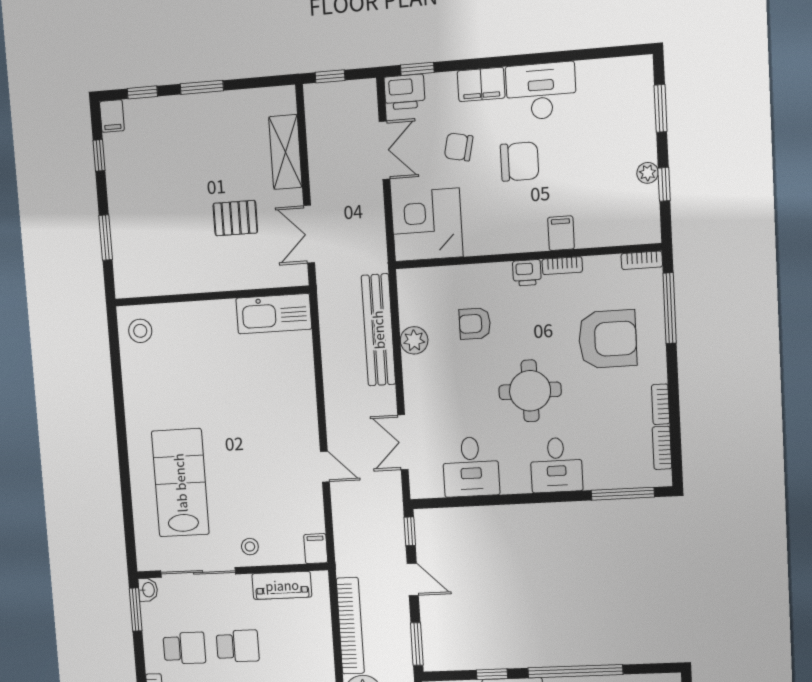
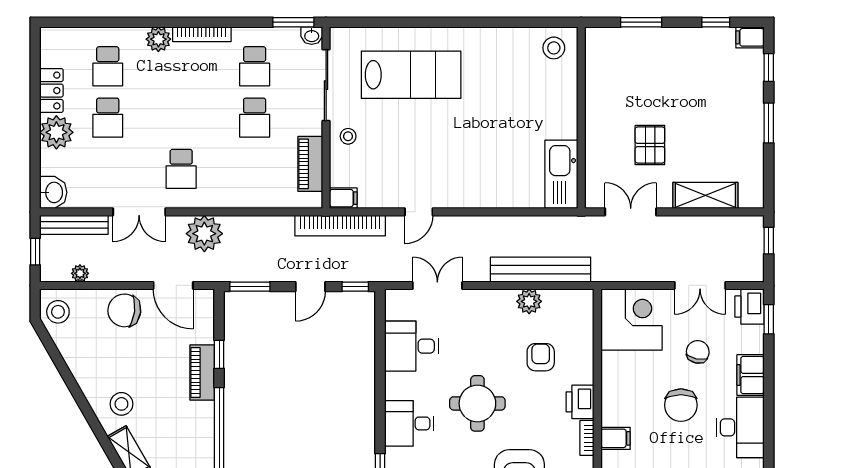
printer: (527, 273) -> (580, 402), width x1.36, depth x1.24
bookcase: (350, 626) -> (340, 226), moved

